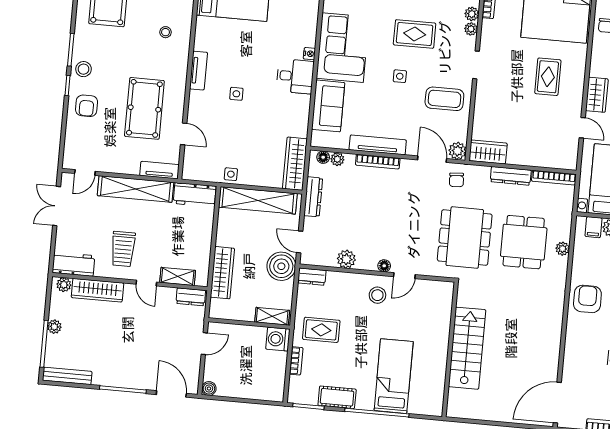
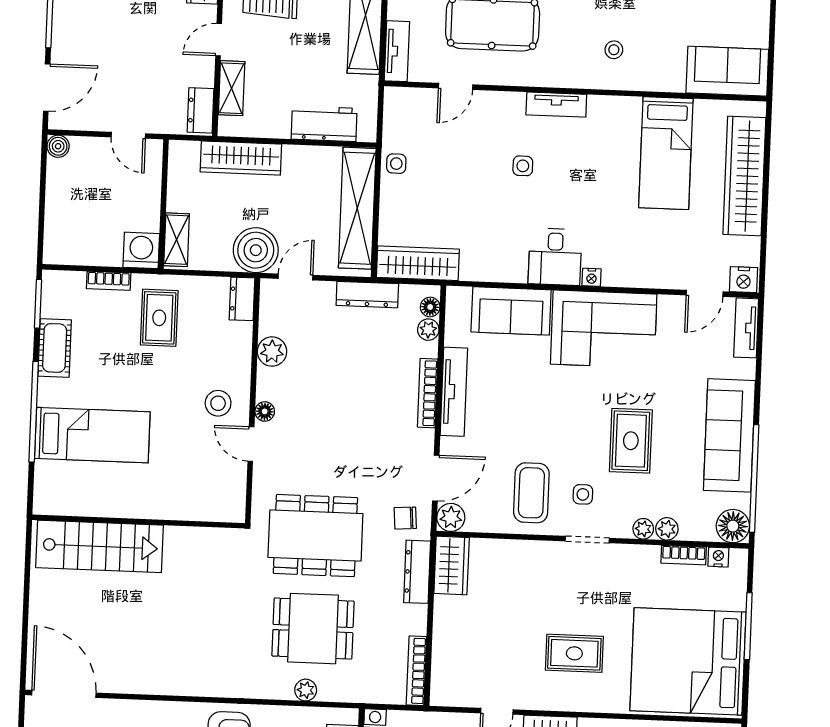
side table: (400, 76) -> (583, 494), moved
dresser: (511, 176) -> (417, 572), moved
workbench: (195, 195) -> (324, 124), moved, turned 90
stairs: (467, 348) -> (100, 546), moved

